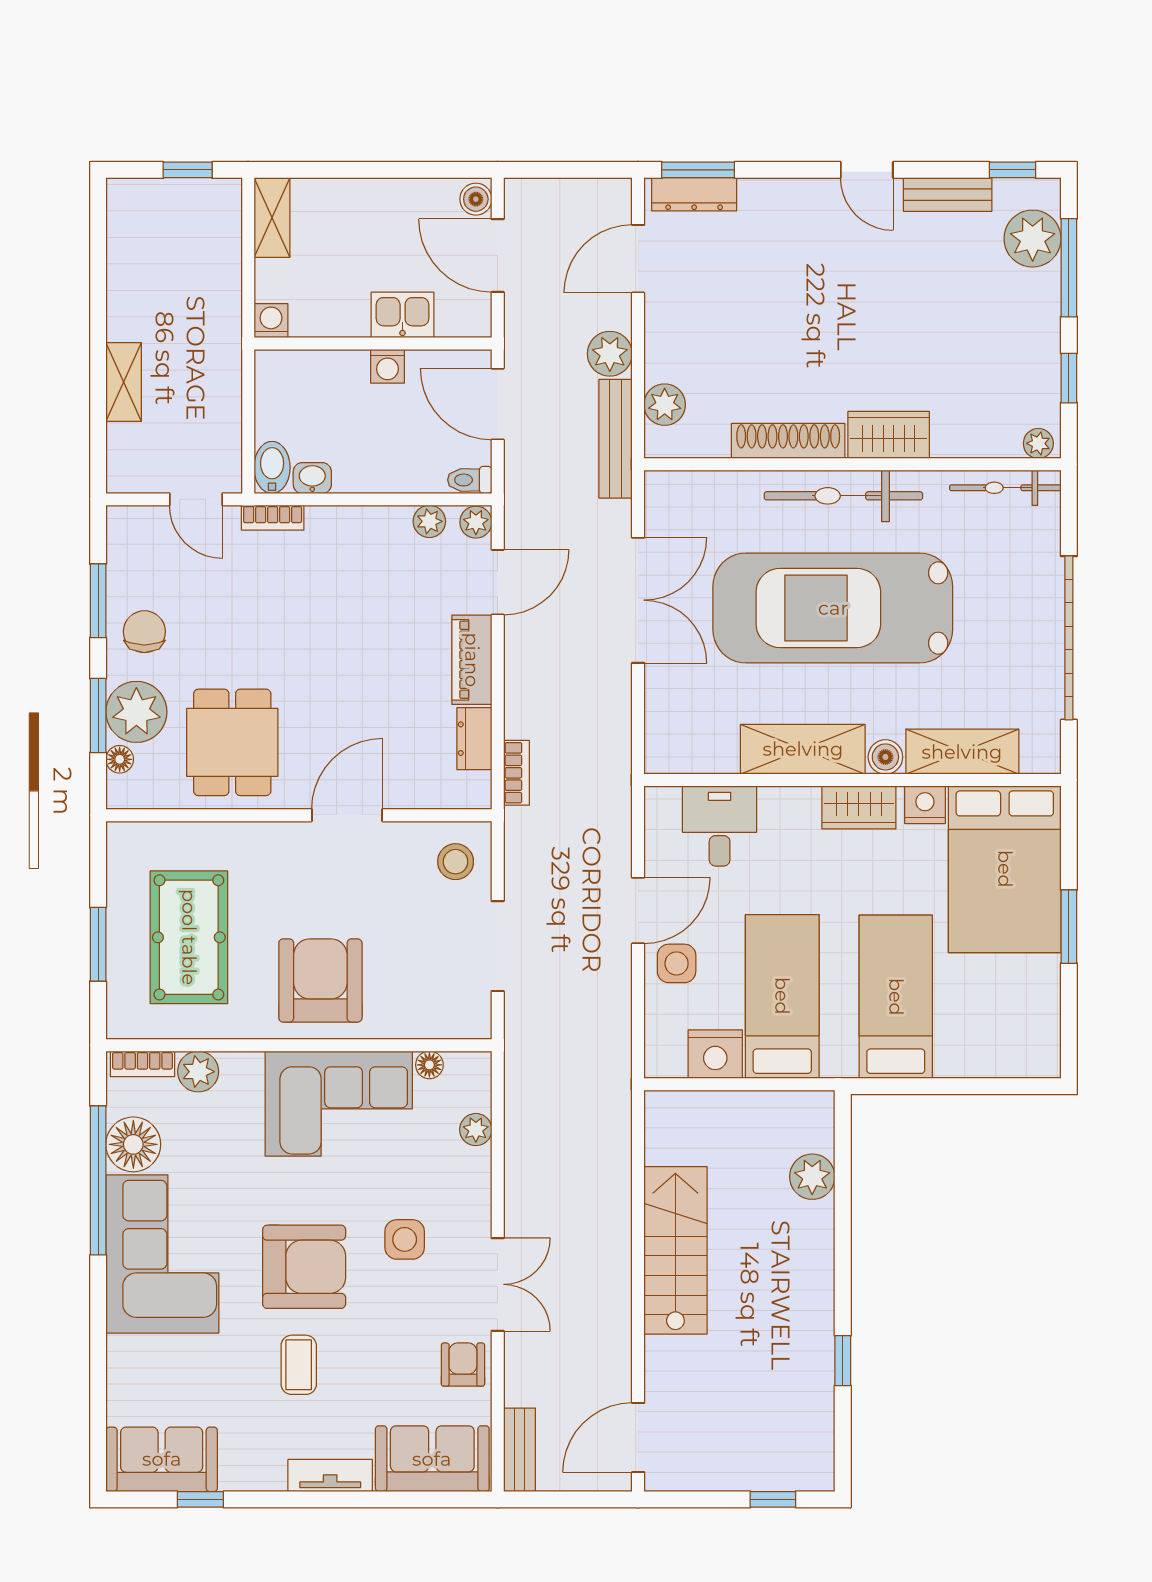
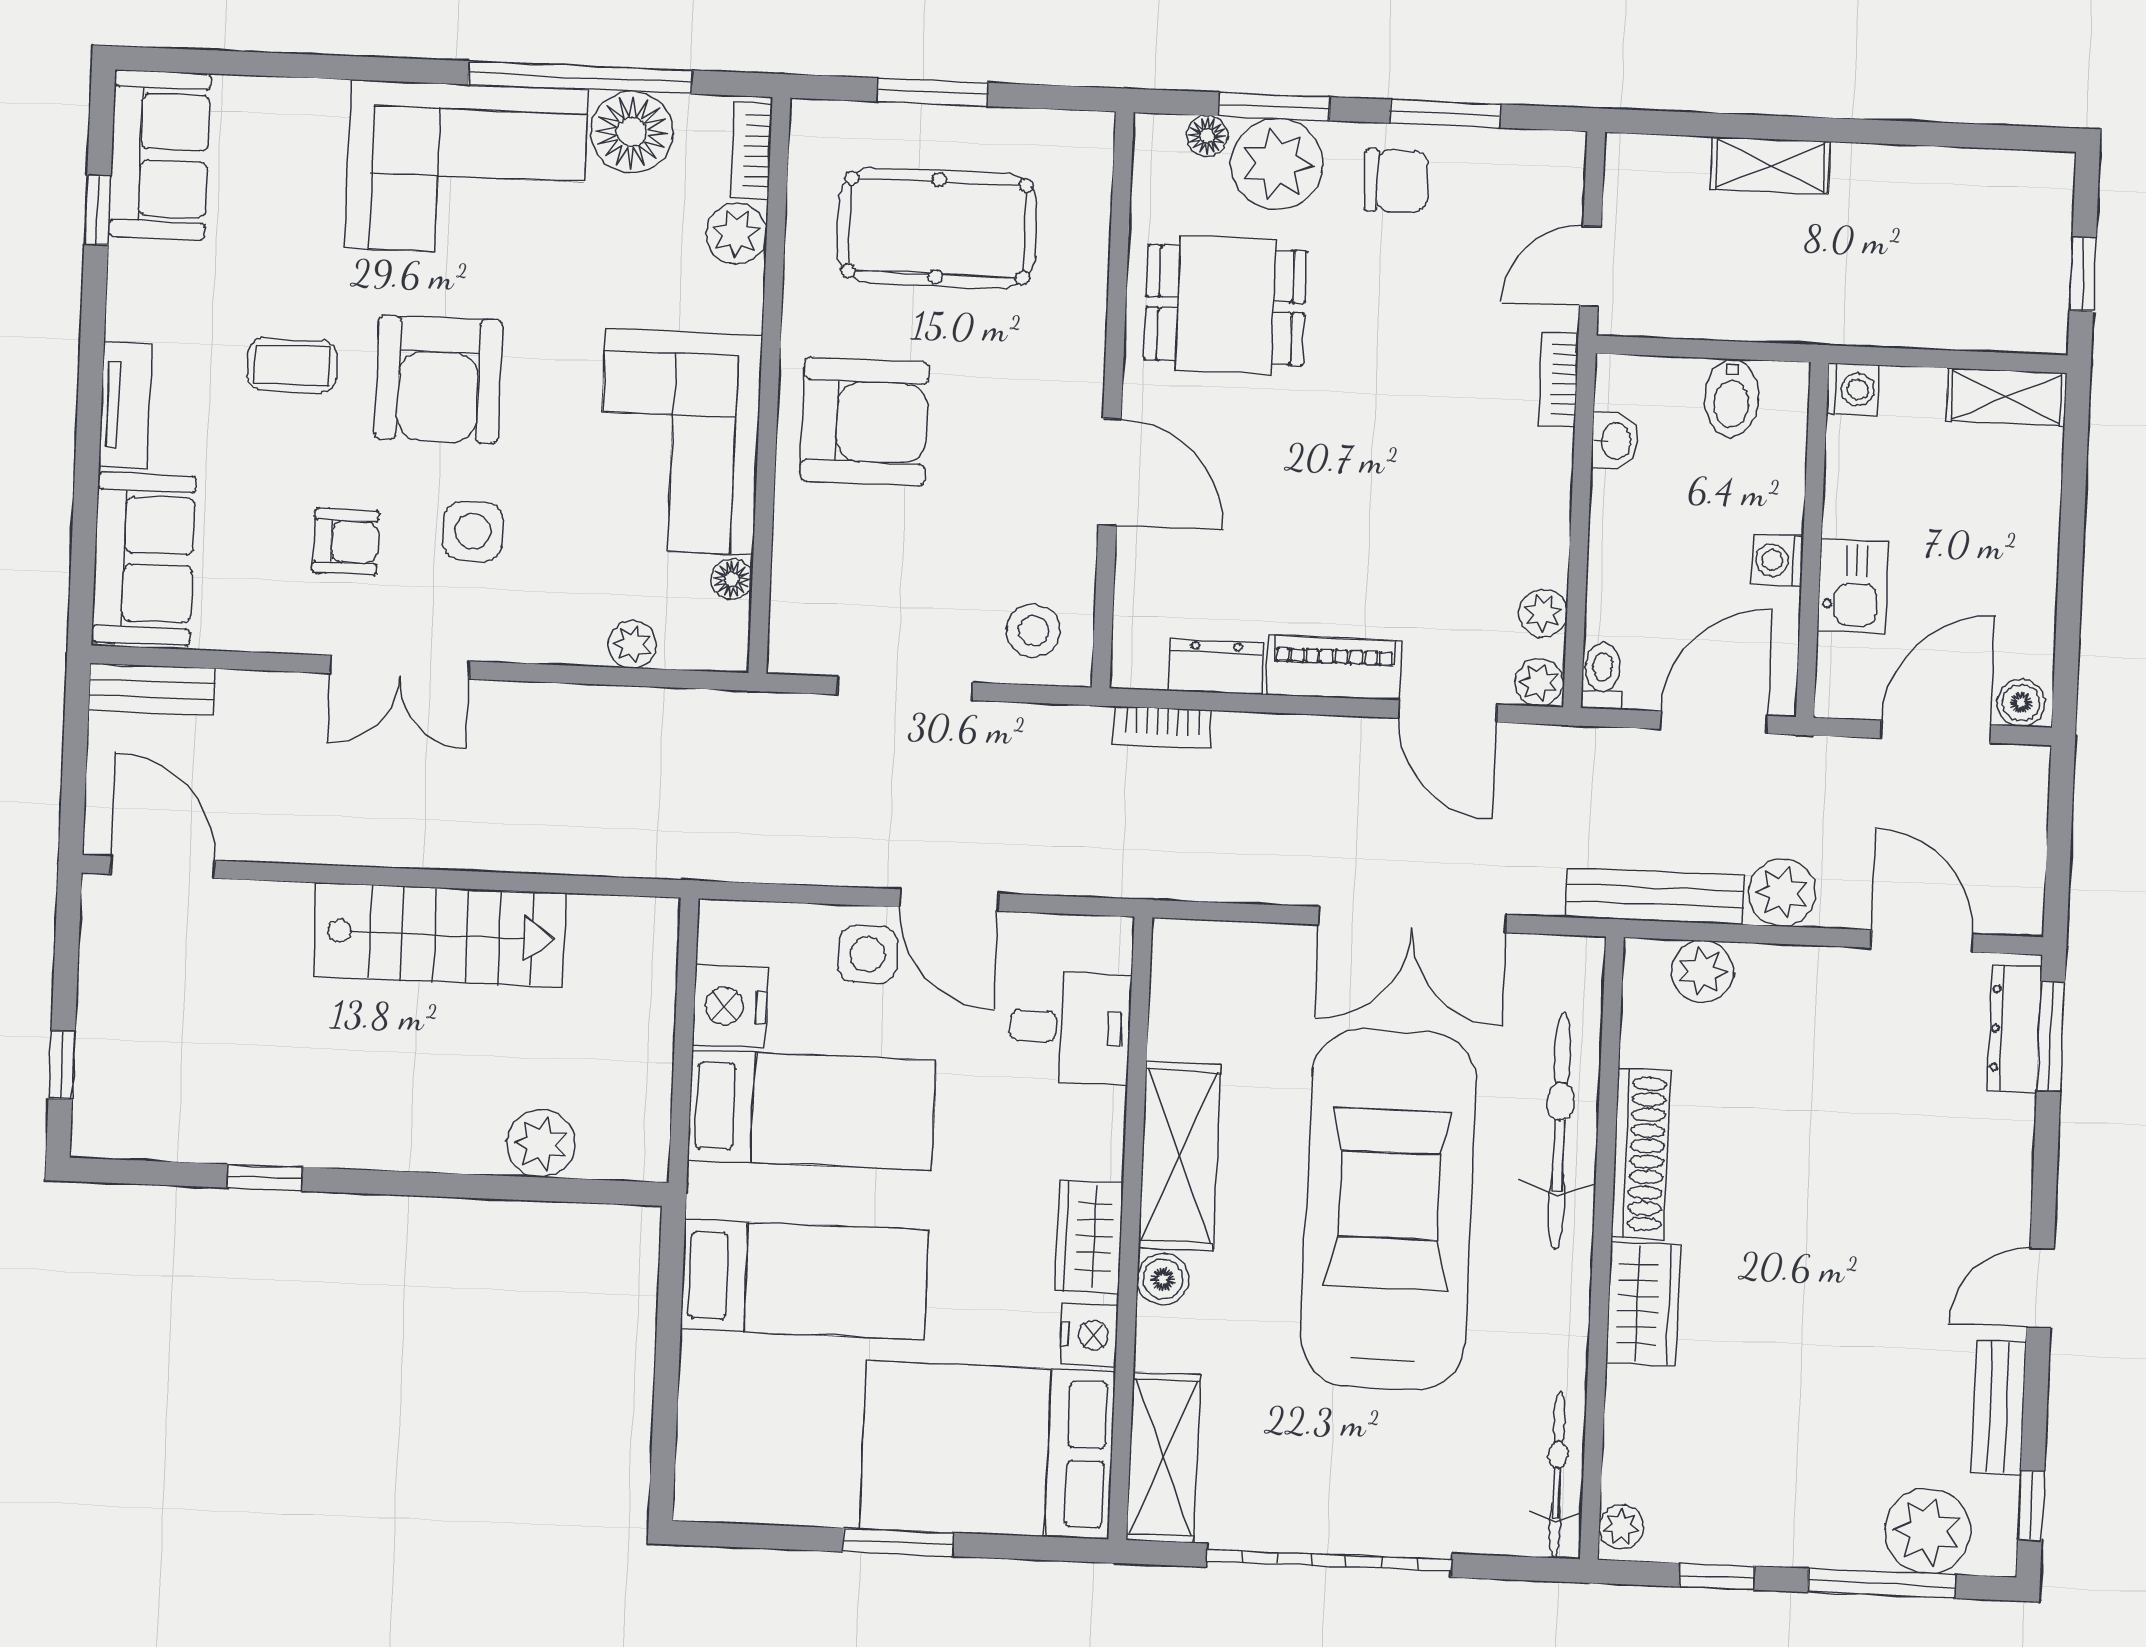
bidet: (272, 467) -> (1732, 398), moved, turned 90
bicycle: (843, 496) -> (1560, 1130), moved
shelving: (962, 752) -> (1163, 1457), moved
armchair: (463, 1365) -> (346, 542), moved

